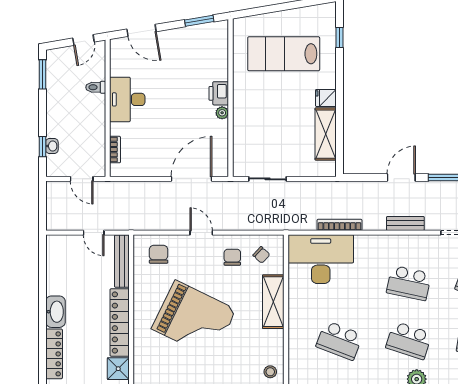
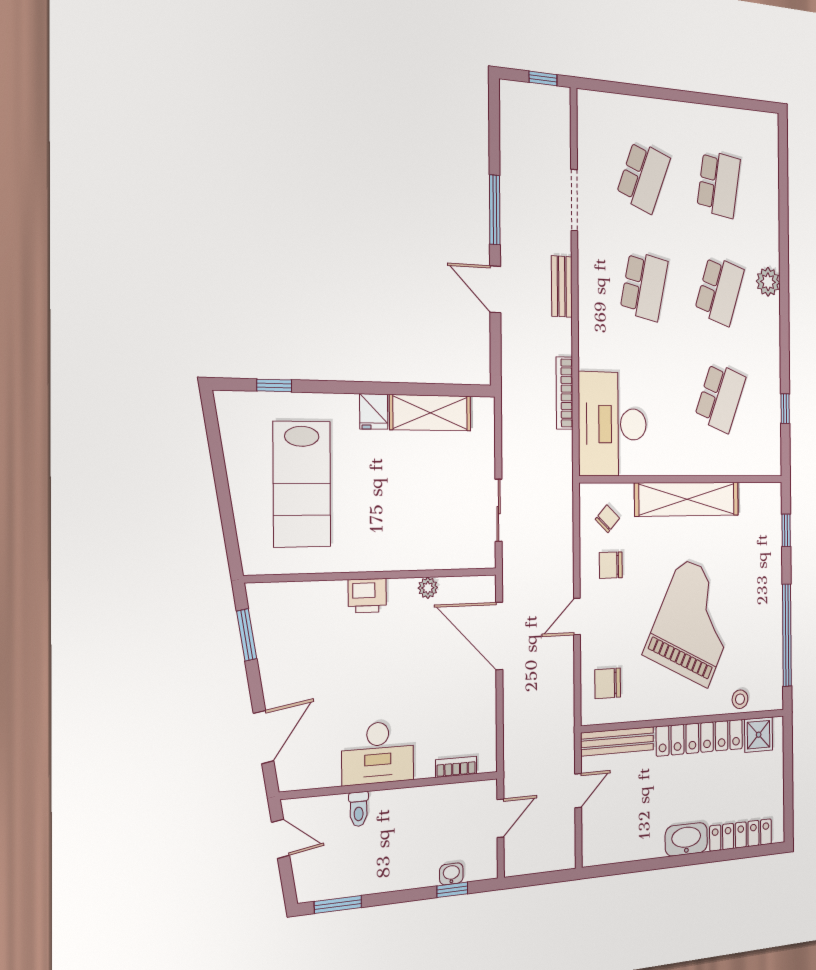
plant: (222, 113) -> (428, 588), moved
shelving: (273, 302) -> (687, 499), width x1.47
stool: (270, 372) -> (740, 699), moved

